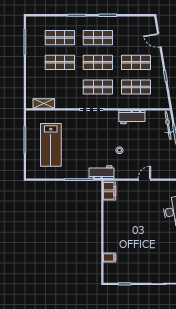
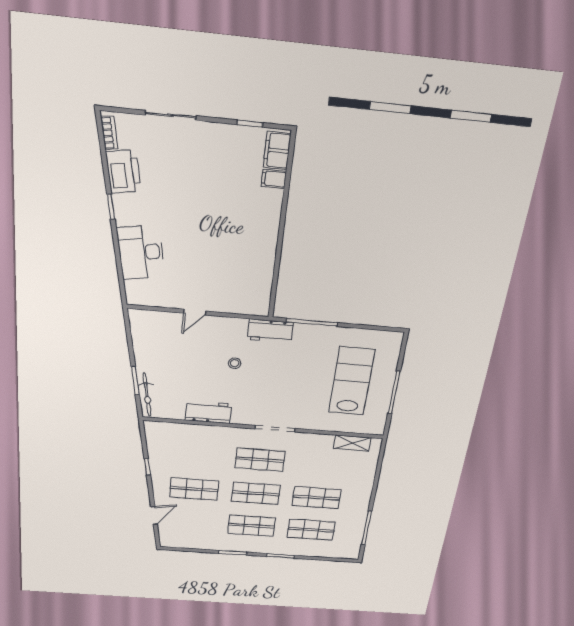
door: (159, 40) -> (154, 516), hinge flipped
shop shelf: (136, 87) -> (197, 455), removed
filing cabinet: (109, 191) -> (277, 151), moved

